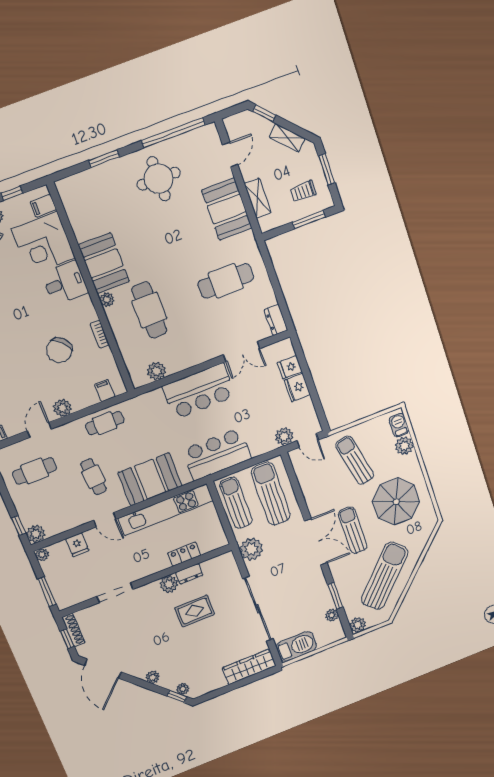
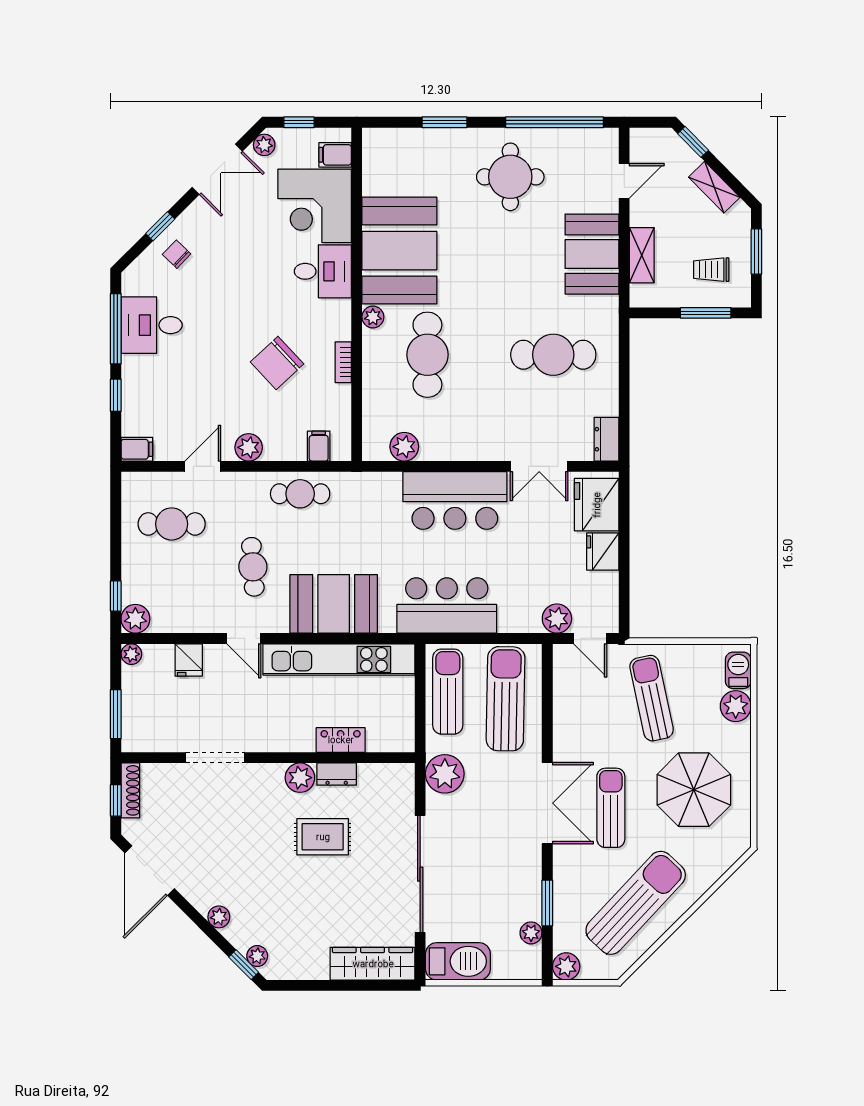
booth: (104, 263) -> (399, 251), width x1.36, depth x1.42
fridge: (290, 367) -> (597, 505), width x1.88, depth x1.34

